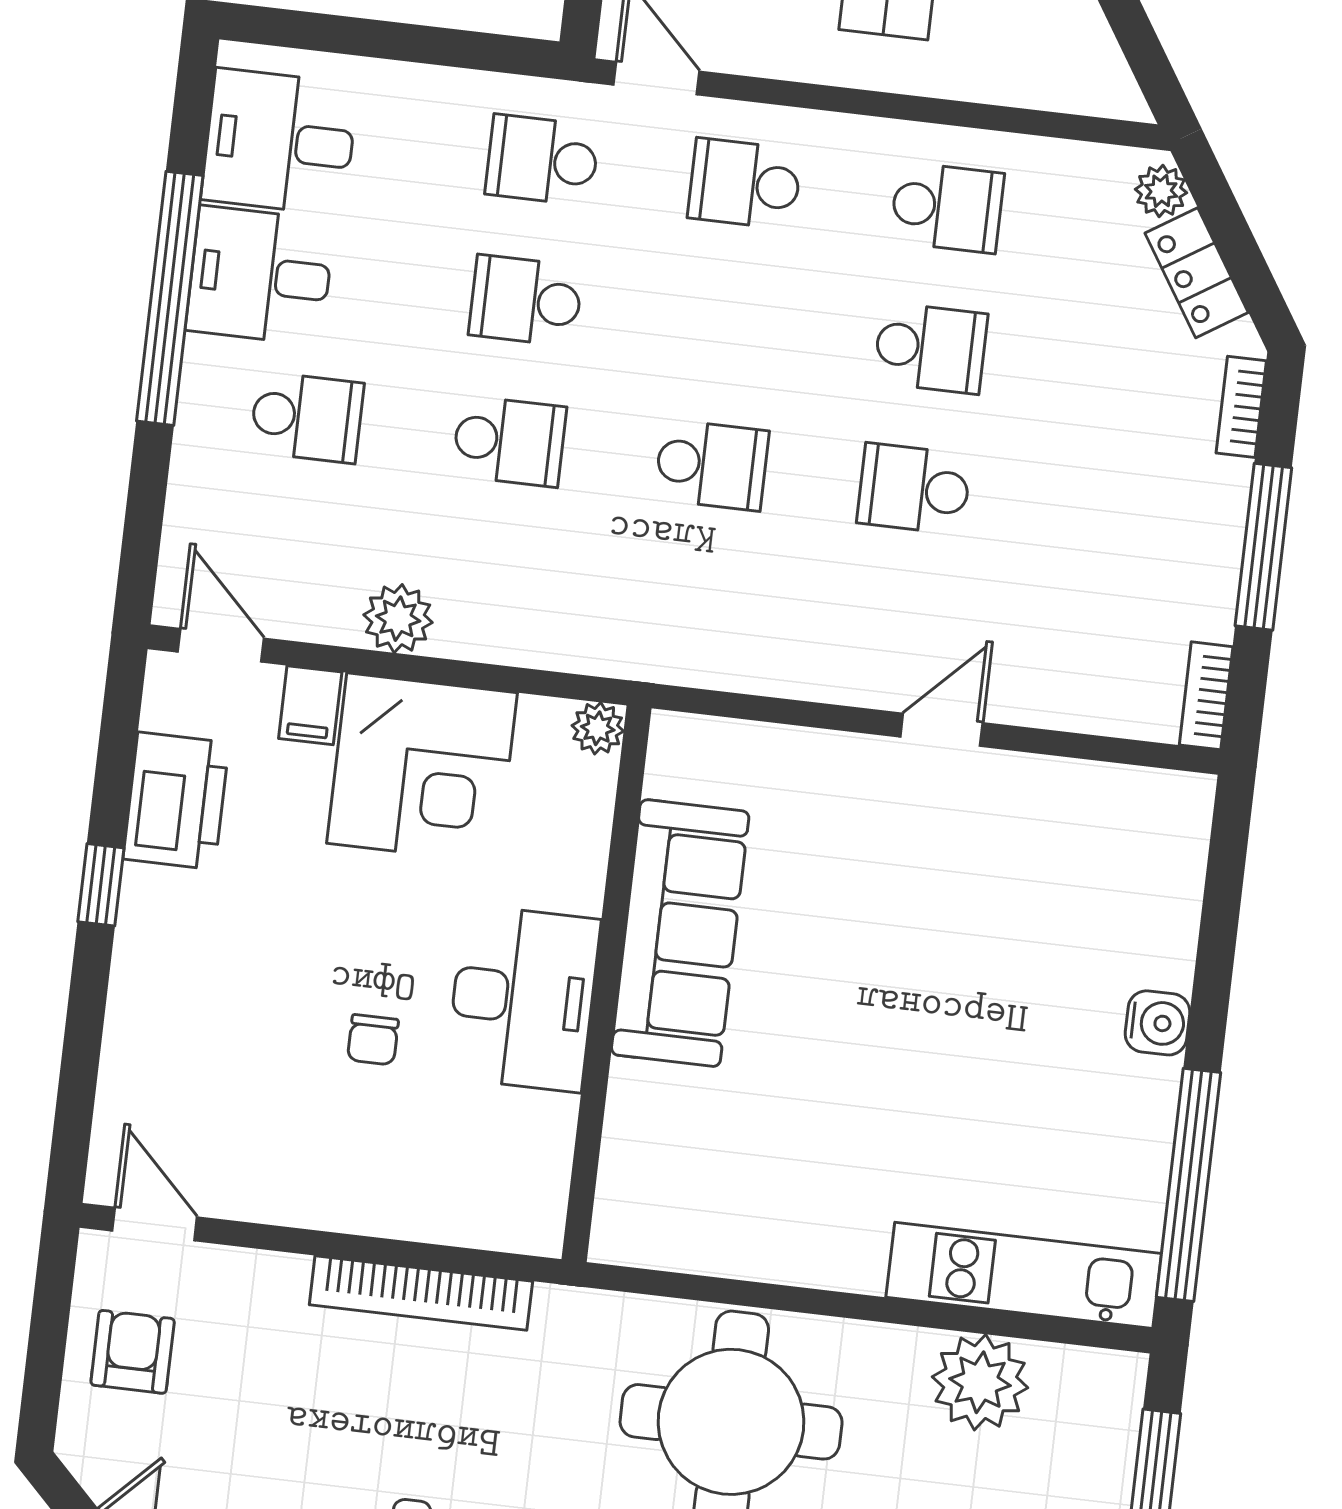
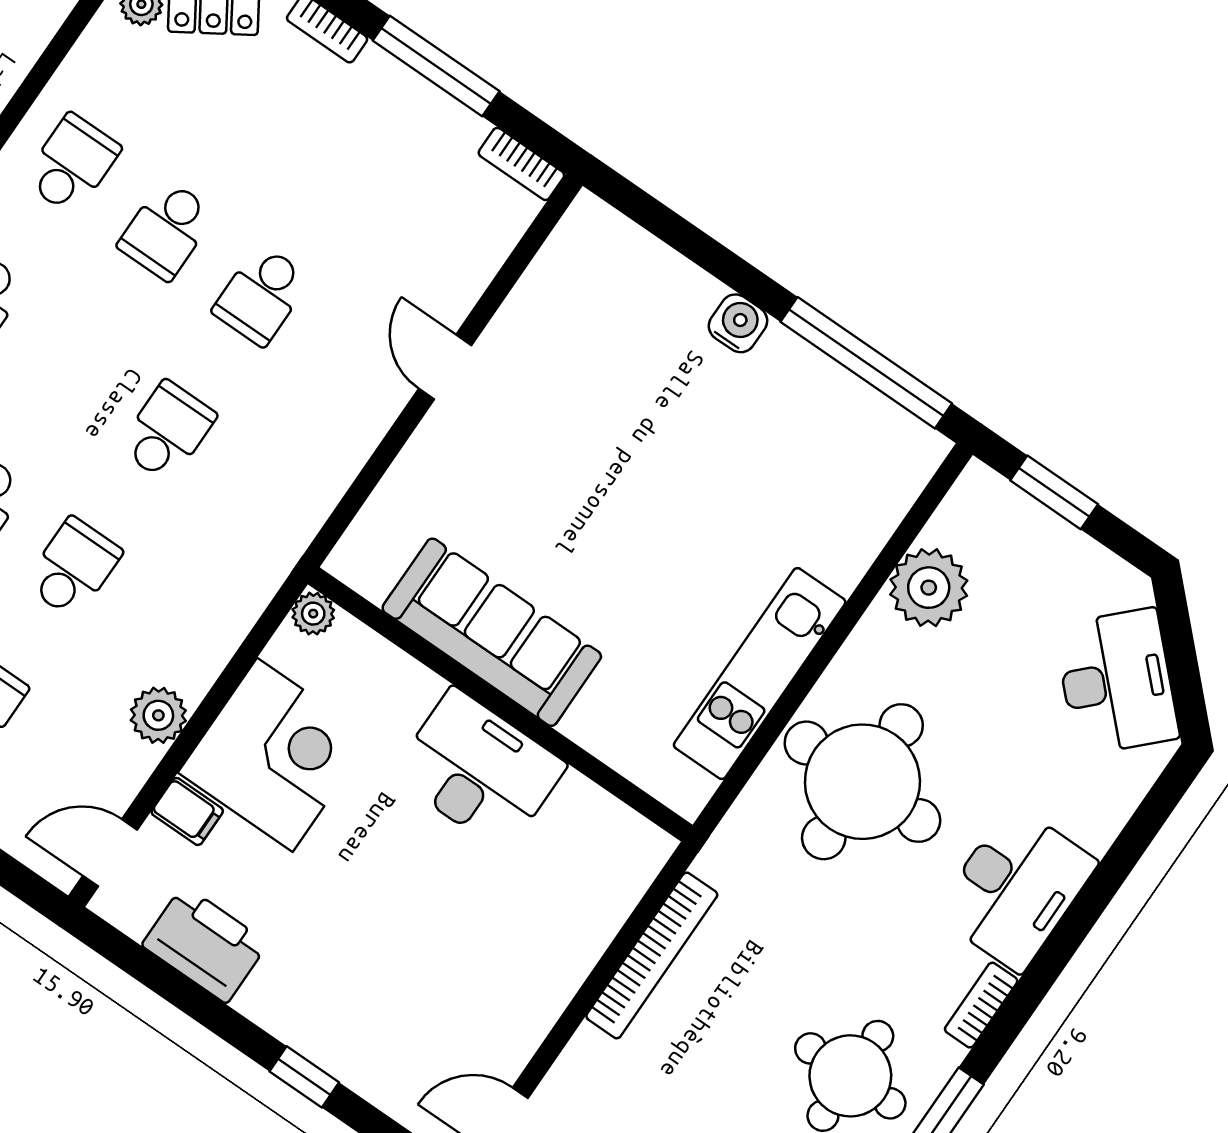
school desk: (931, 348) -> (167, 230), turned 180
window: (101, 885) -> (304, 1077), moved
chair: (373, 1040) -> (451, 894), removed
kitchen unit: (1024, 1275) -> (760, 674), moved

